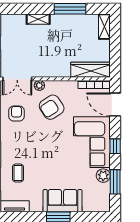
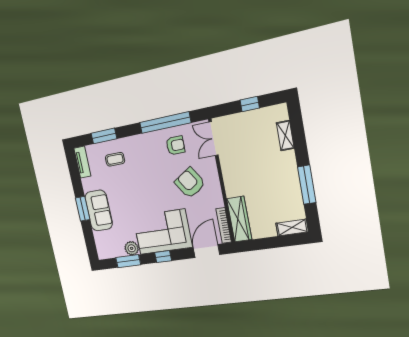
shelving: (38, 19) -> (285, 136), moved
plant: (39, 85) -> (211, 165), removed

